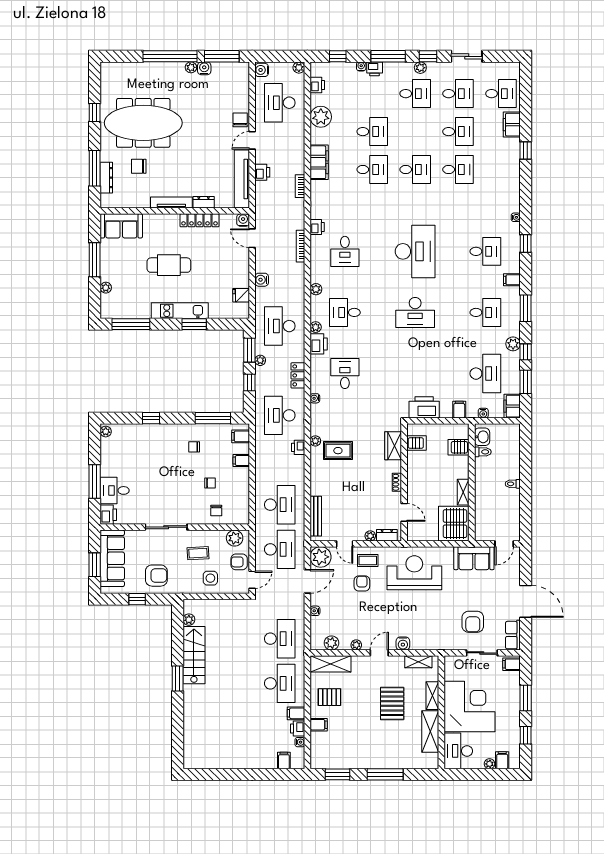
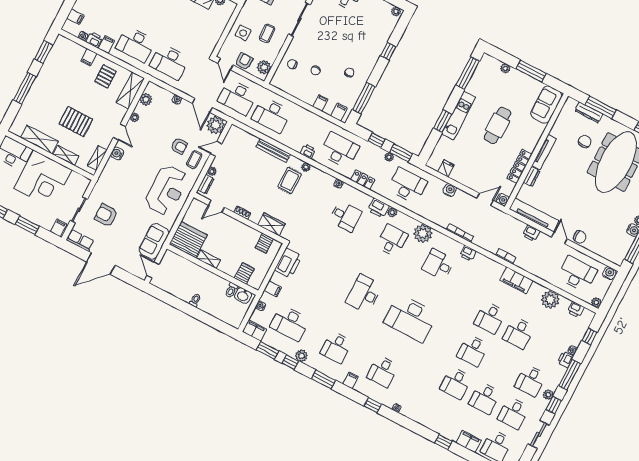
plant: (316, 289) -> (423, 233), width x1.88, depth x1.88
bench: (316, 516) -> (273, 150), moved

